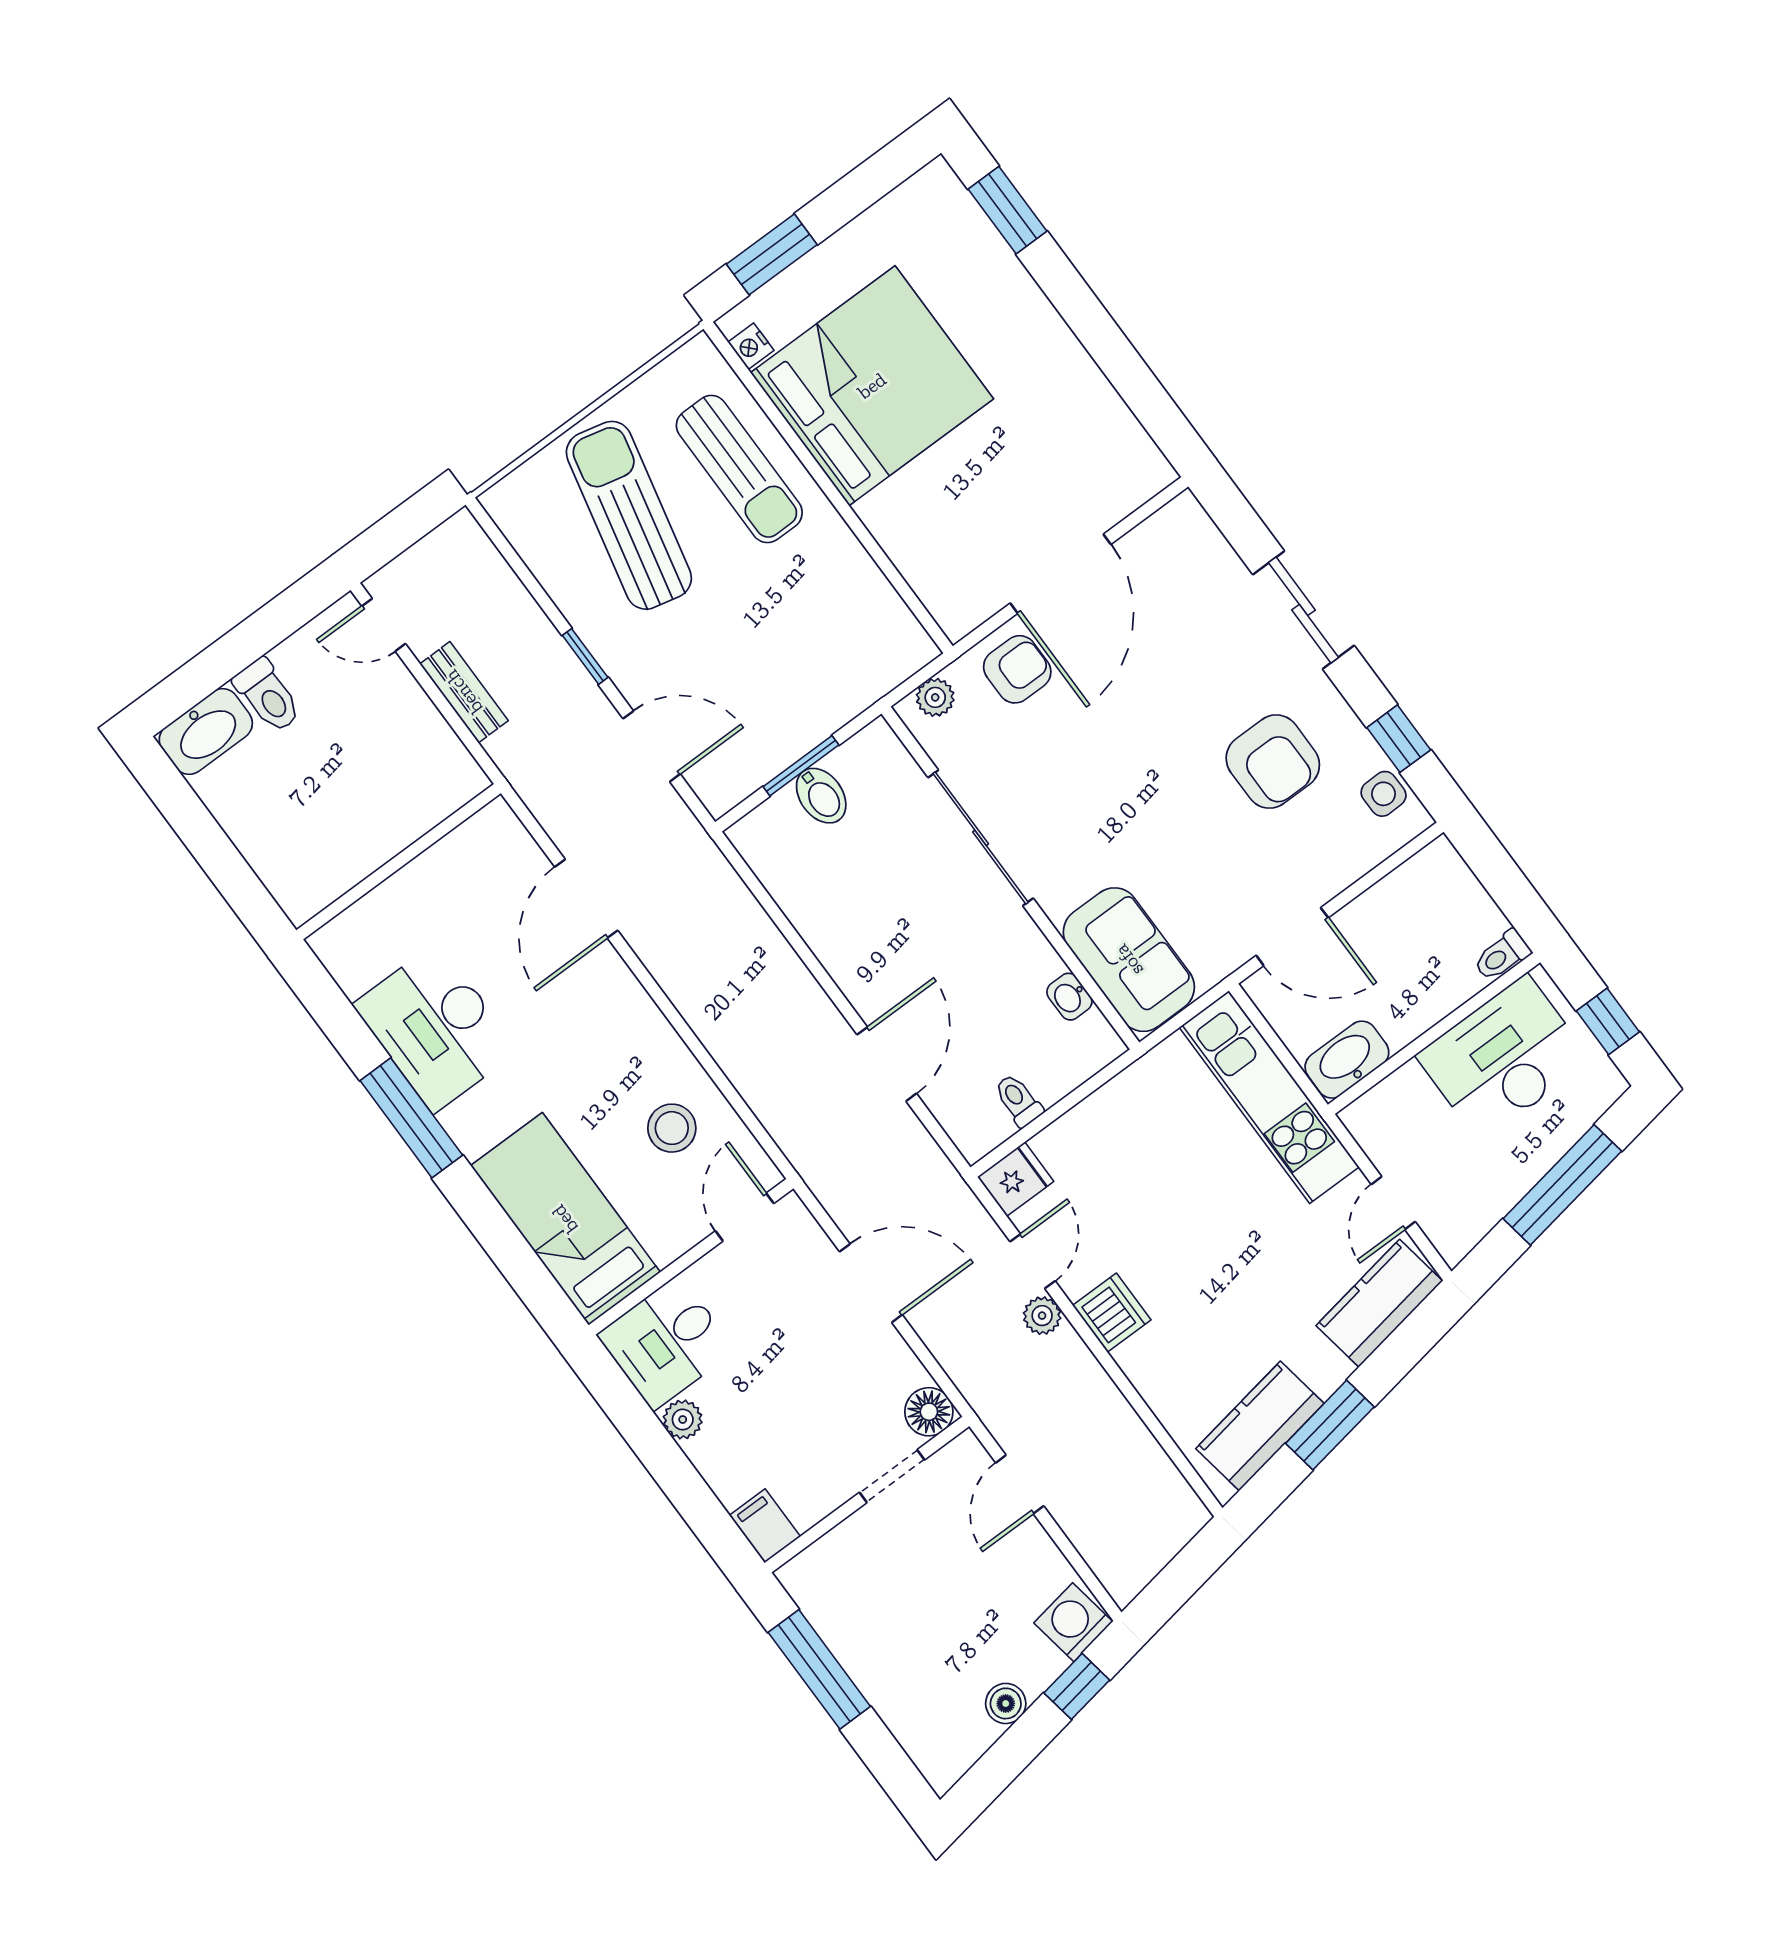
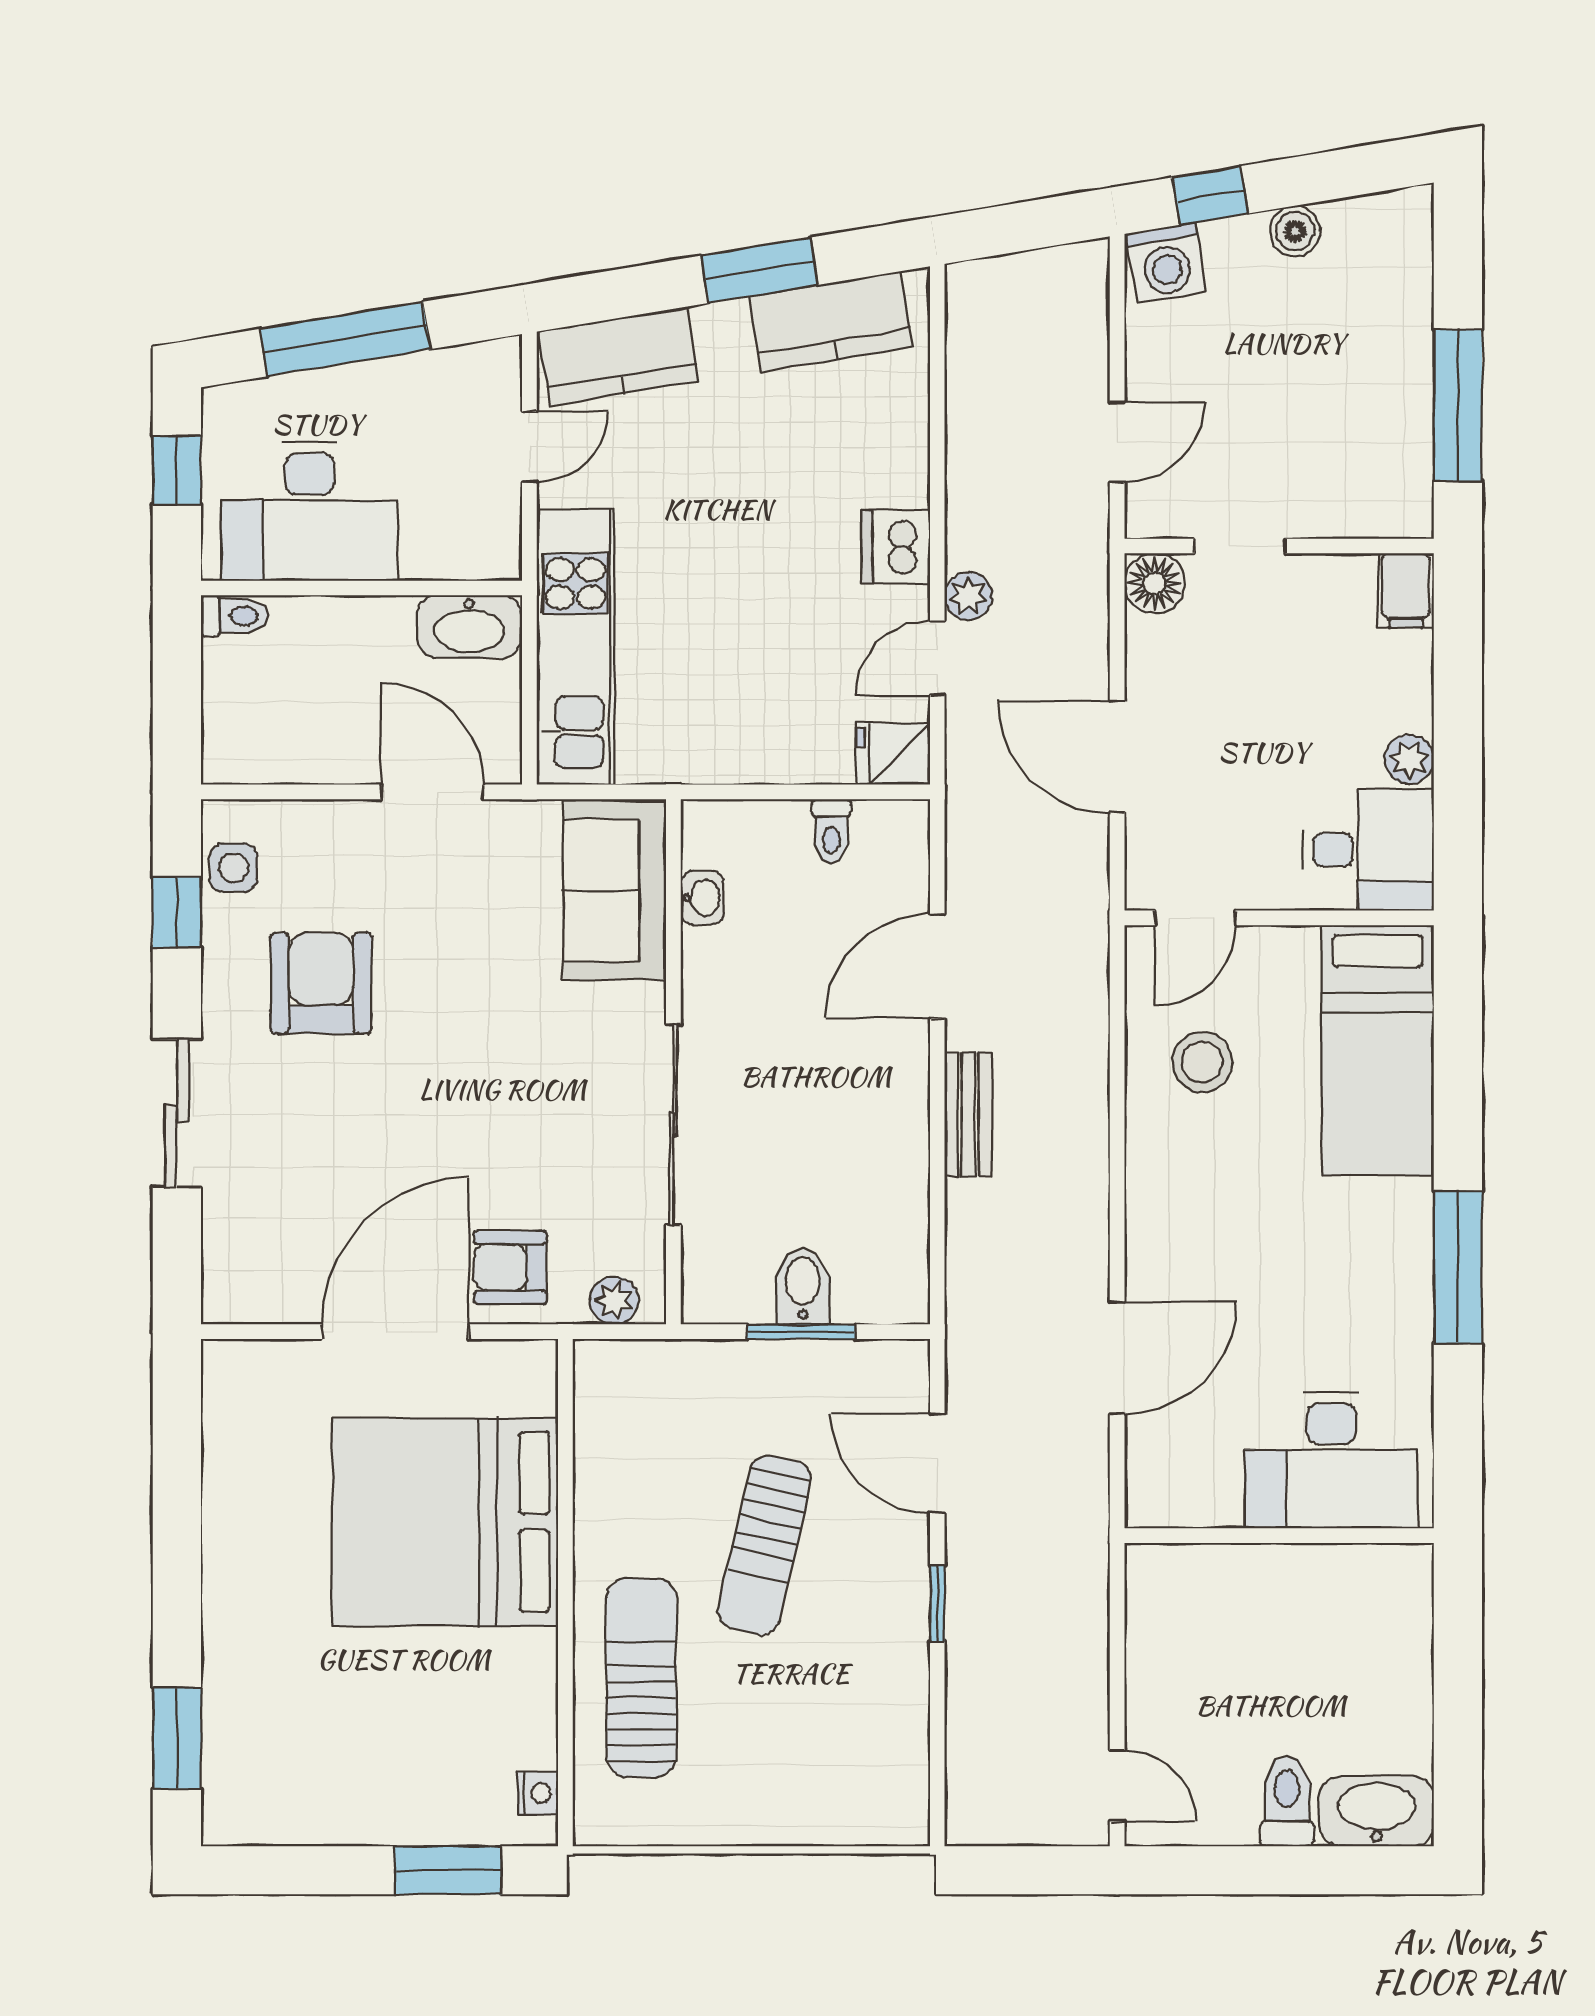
bed: (872, 386) -> (445, 1522), moved
sun lounger: (629, 515) -> (765, 1545), moved, width x0.73, depth x0.75
bench: (464, 692) -> (968, 1114), moved
desk: (436, 1028) -> (1331, 1460), moved, turned 90

